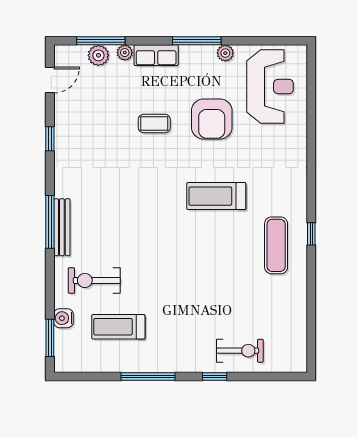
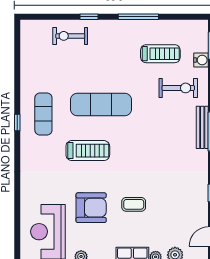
armchair: (212, 119) -> (91, 208), turned 90
exercise mat: (198, 258) -> (101, 105), added

